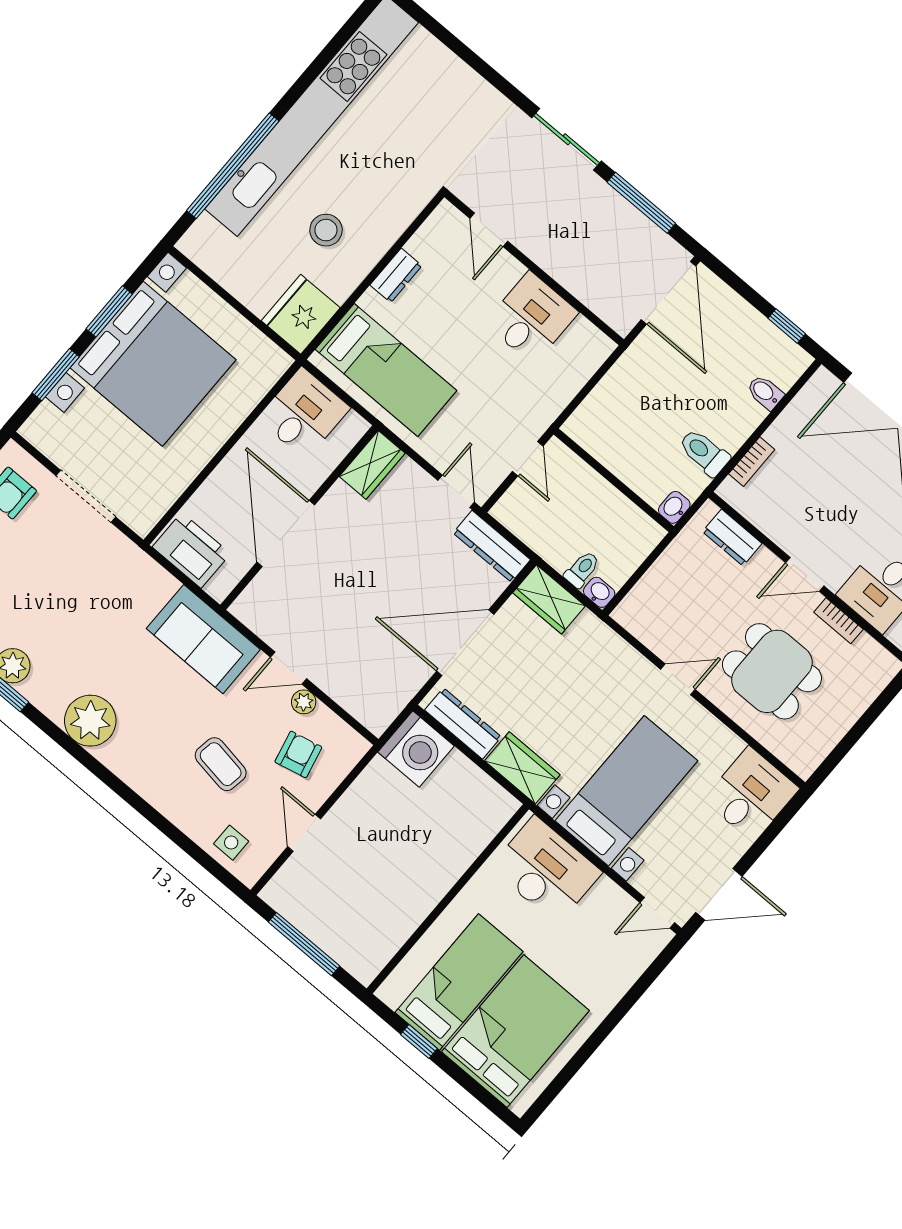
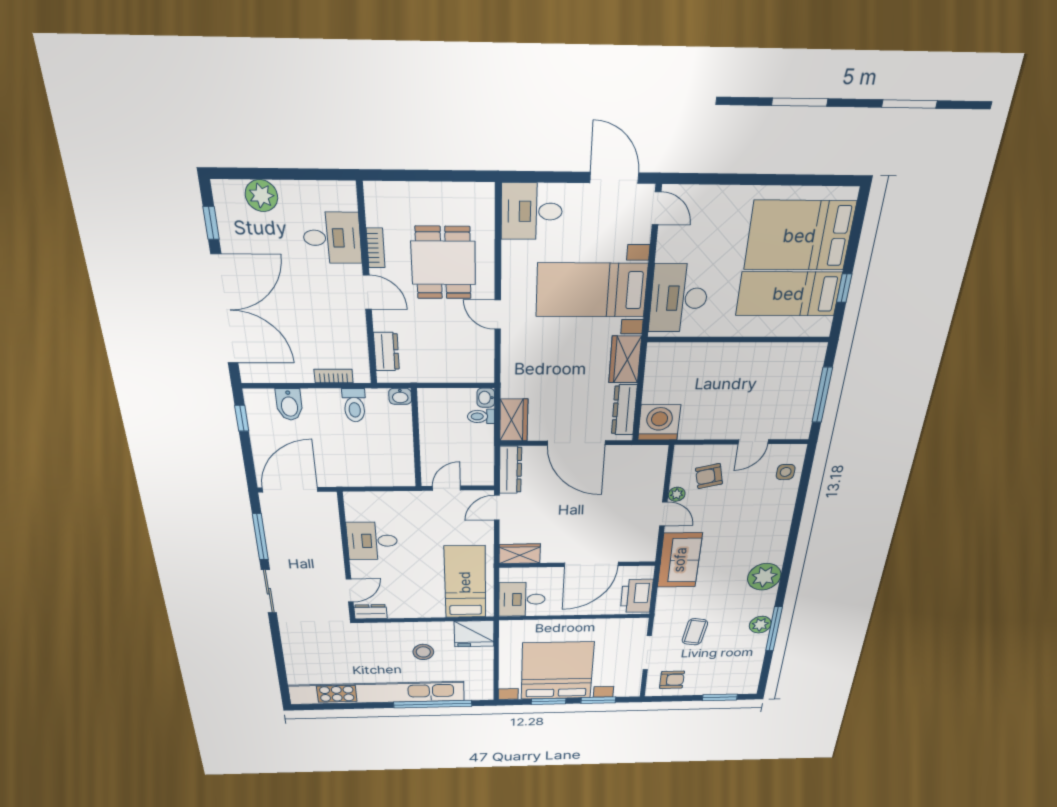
dresser: (396, 275) -> (370, 612), moved
bidet: (765, 392) -> (289, 404), width x1.38, depth x1.36
coffee table: (221, 764) -> (695, 632), moved

